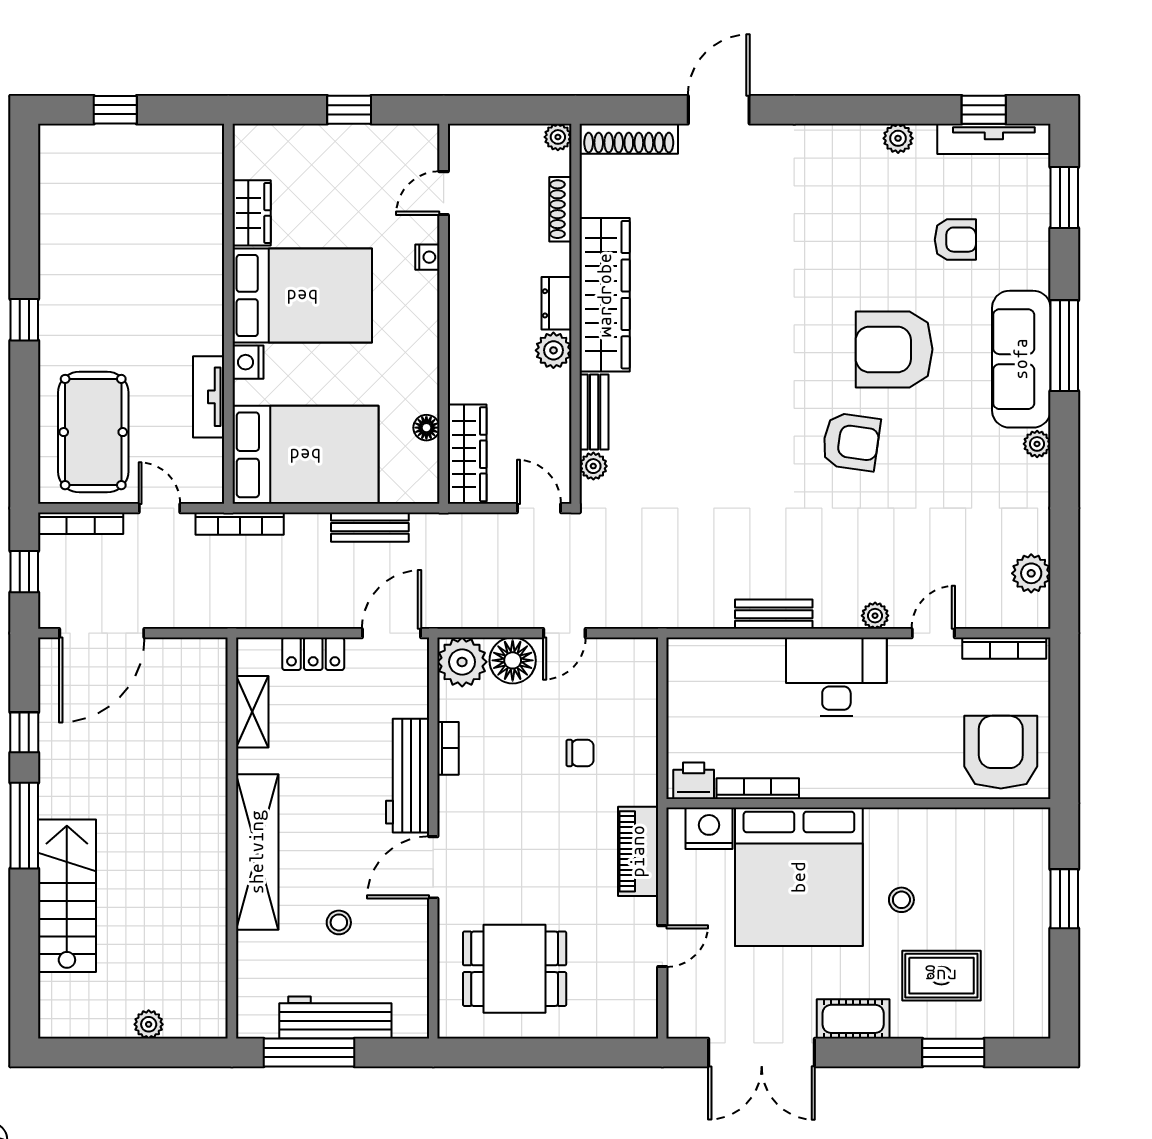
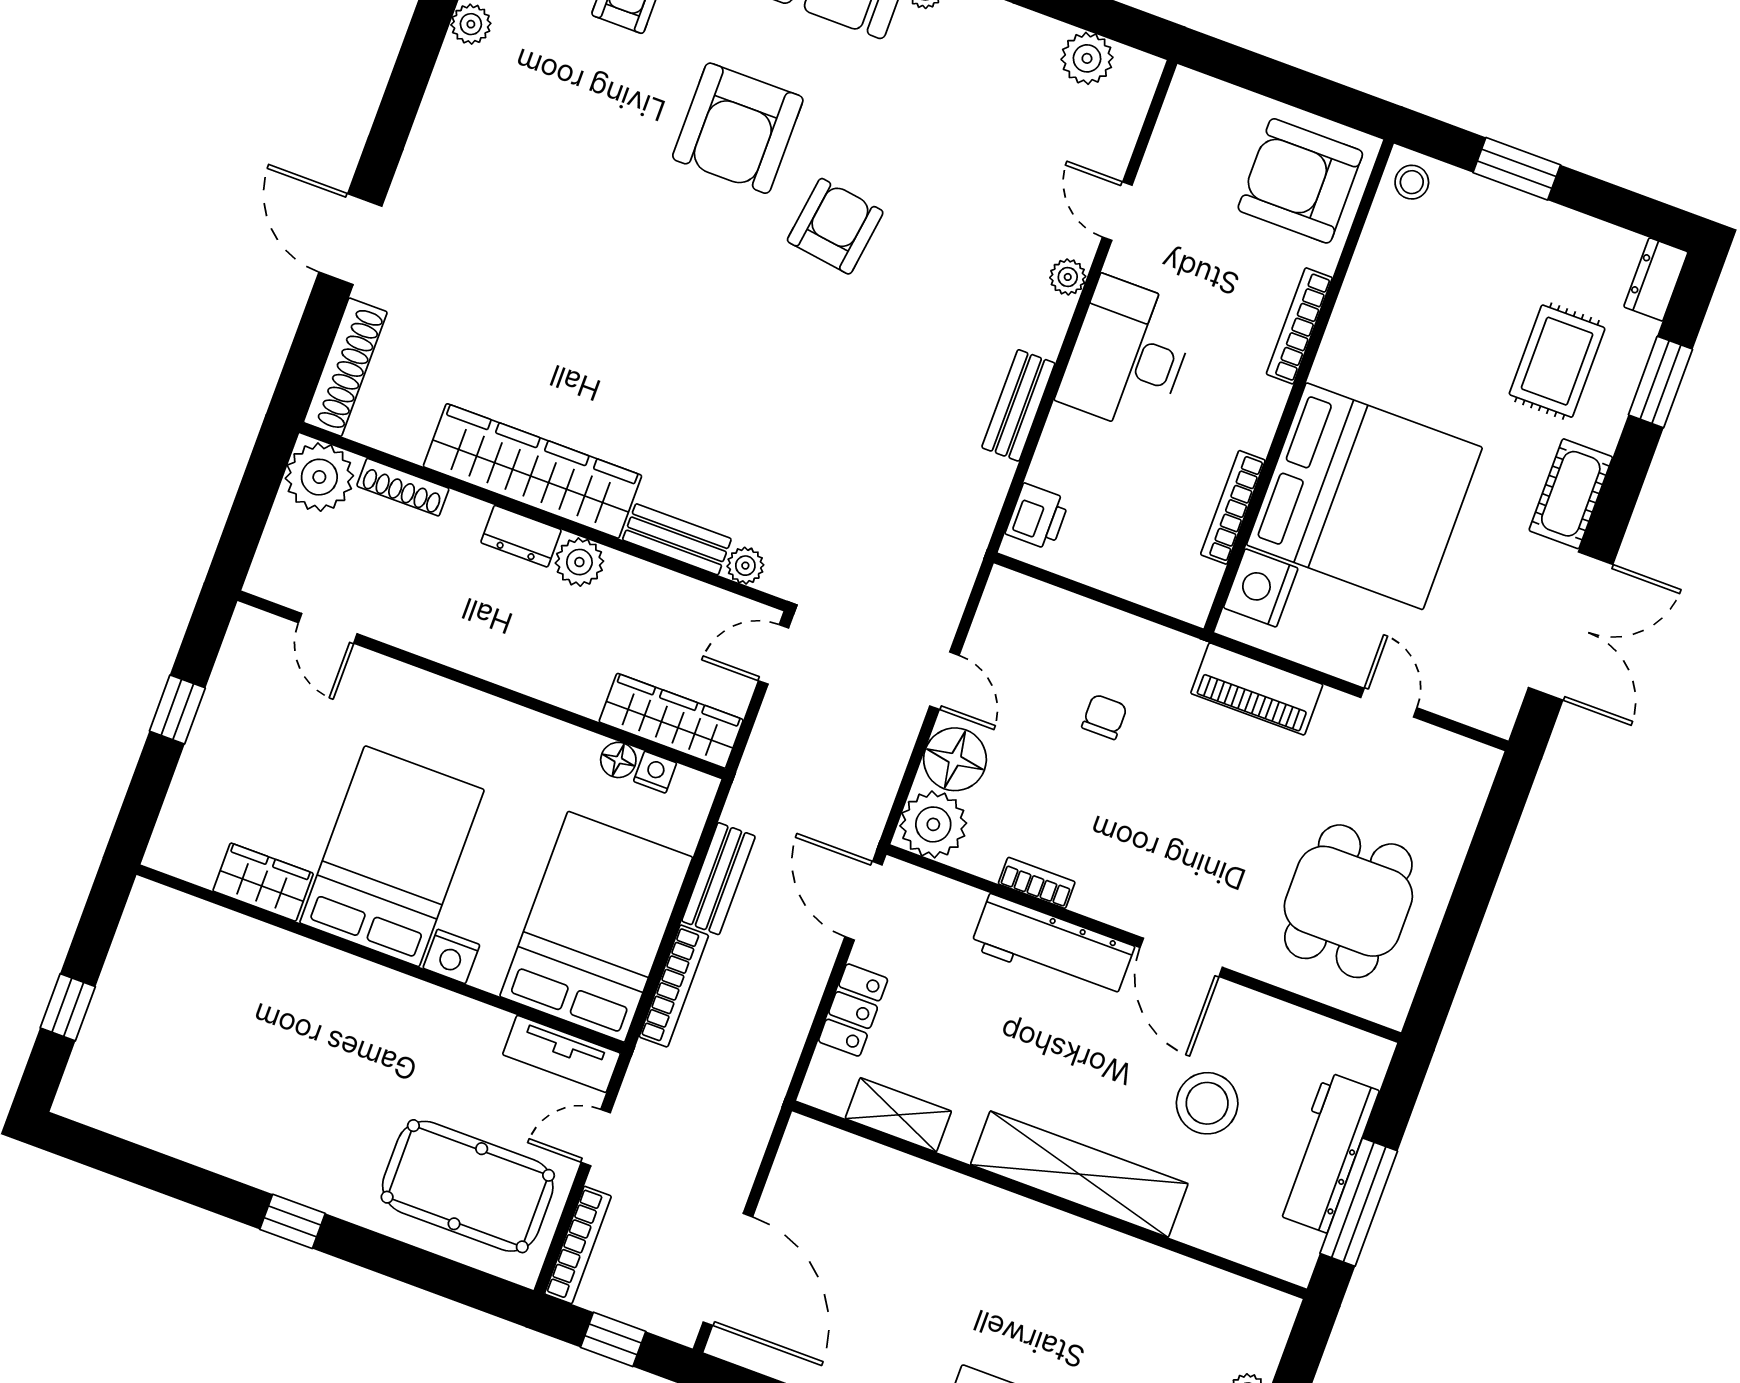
plant: (558, 137) -> (319, 477), width x1.88, depth x1.88
nightstand: (427, 257) -> (655, 772), moved
tv unit: (209, 397) -> (562, 1054), moved
bookcase: (240, 524) -> (674, 986), moved
bookcase: (1004, 648) -> (1299, 326), moved, turned 180
printer: (694, 781) -> (1037, 517), moved, turned 180
stool: (901, 900) -> (1412, 182), moved
stool: (339, 922) -> (1207, 1103), width x1.89, depth x1.89
dresser: (1023, 1023) -> (1656, 279), added

